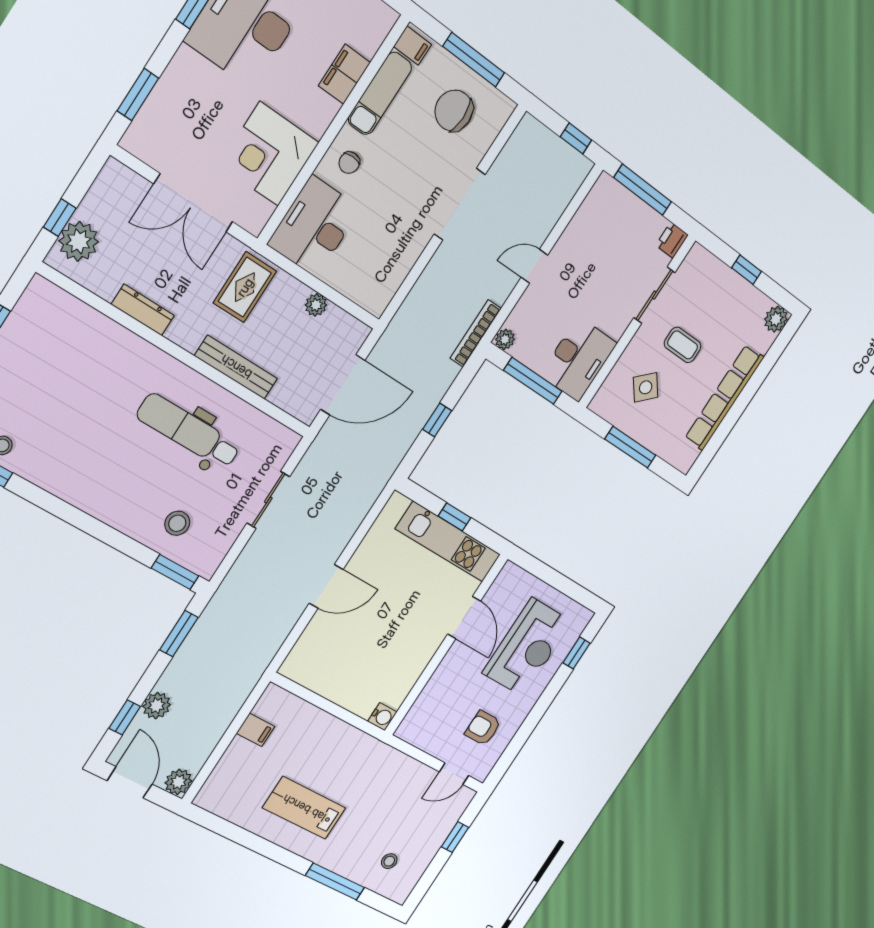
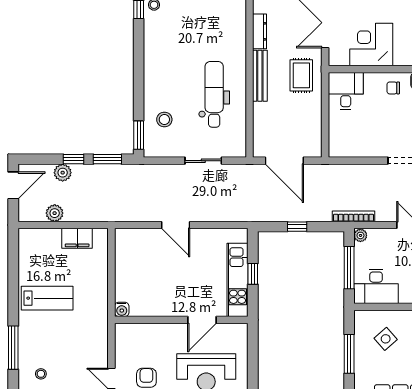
desk: (314, 226) -> (346, 91), width x0.73
rug: (245, 287) -> (301, 75), turned 90
plant: (316, 305) -> (315, 118), removed
bench: (236, 367) -> (260, 76), moved
window: (125, 717) -> (73, 159), moved
filing cabinet: (256, 730) -> (77, 238), width x2.00
plant: (178, 782) -> (55, 213), moved
lab bench: (304, 808) -> (47, 298), turned 90

